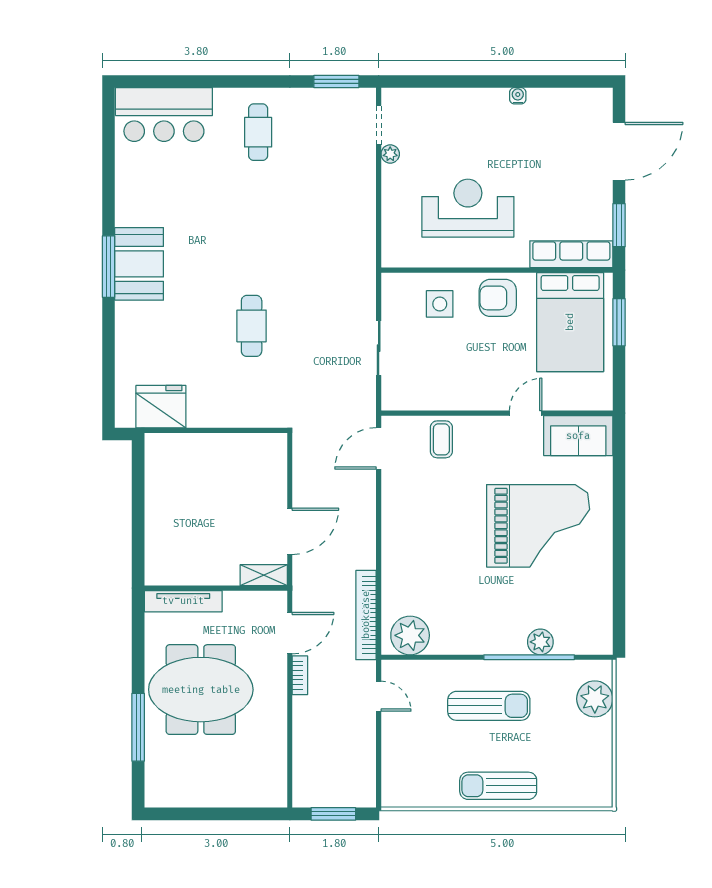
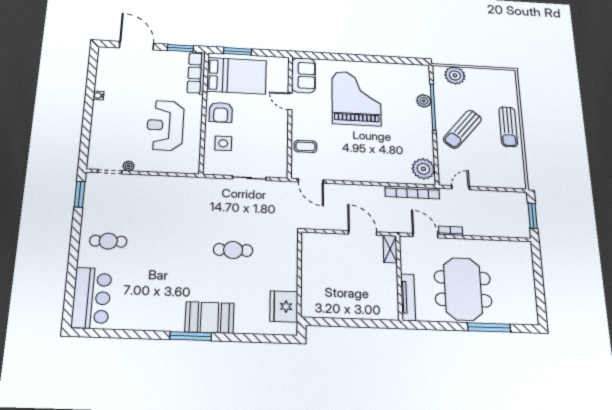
booth: (139, 264) -> (210, 317), moved
sun lounger: (489, 706) -> (462, 129), turned -141

